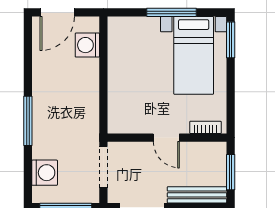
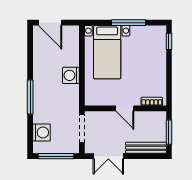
door: (57, 12) -> (50, 23), hinge flipped
window: (231, 40) -> (169, 41), width x0.67
washing machine: (87, 45) -> (71, 75), moved
bed with nightstands: (194, 55) -> (107, 52), moved

